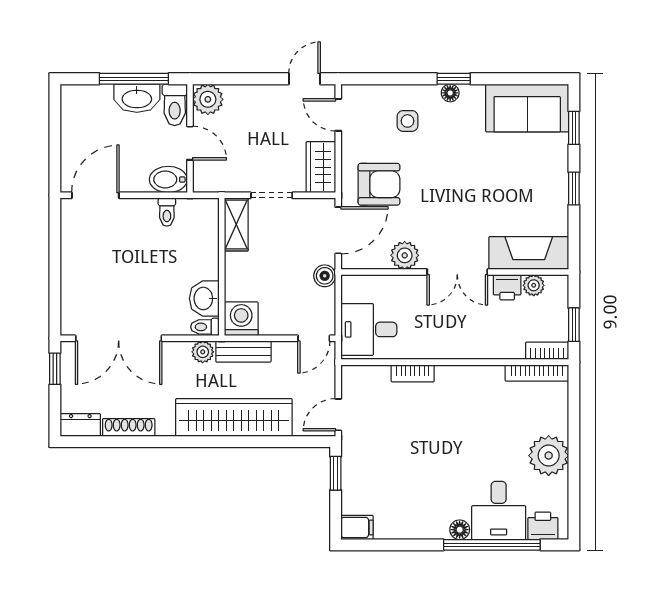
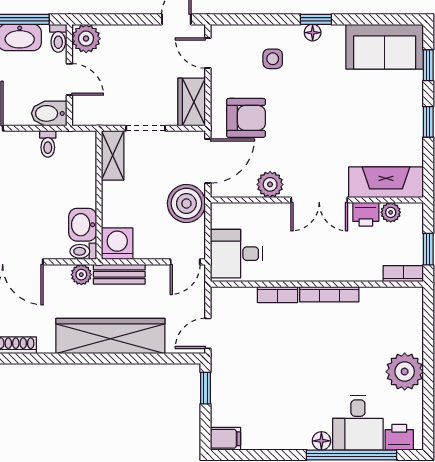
toilet: (175, 105) -> (58, 38), width x0.73, depth x0.72
boiler: (325, 276) -> (186, 203), width x1.86, depth x1.86
bookcase: (537, 373) -> (329, 294), moved

